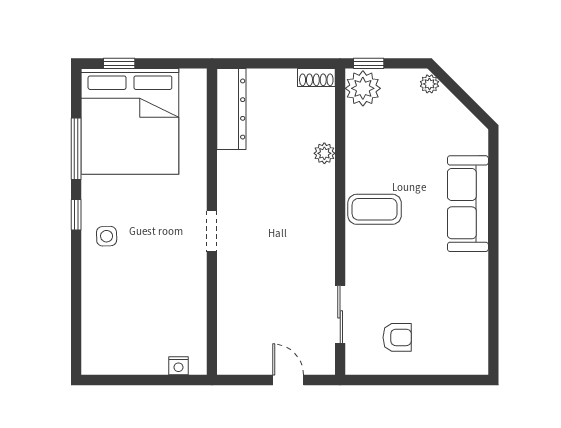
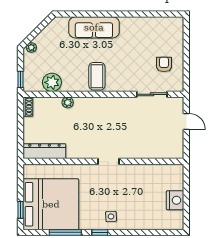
plant: (363, 88) -> (52, 82), moved
nightstand: (178, 366) -> (175, 200), moved, width x1.89, depth x1.79
door: (288, 380) -> (186, 121), swing flipped

